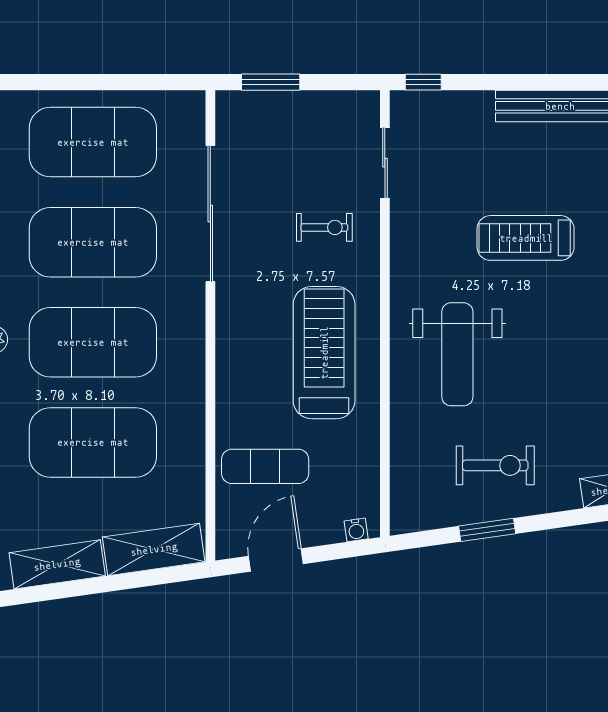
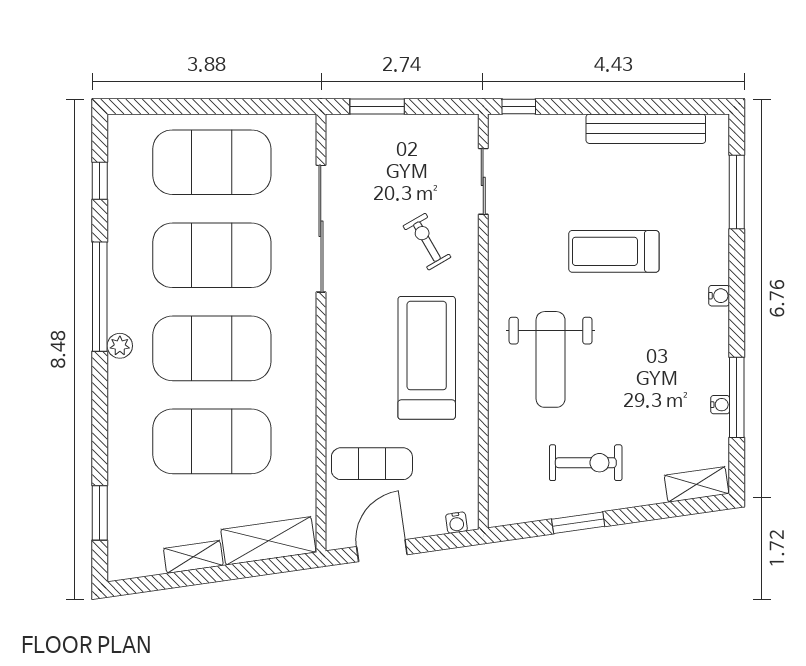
exercise bike: (324, 227) -> (427, 242), turned -120
shelving: (57, 564) -> (193, 557), width x0.67, depth x0.75

